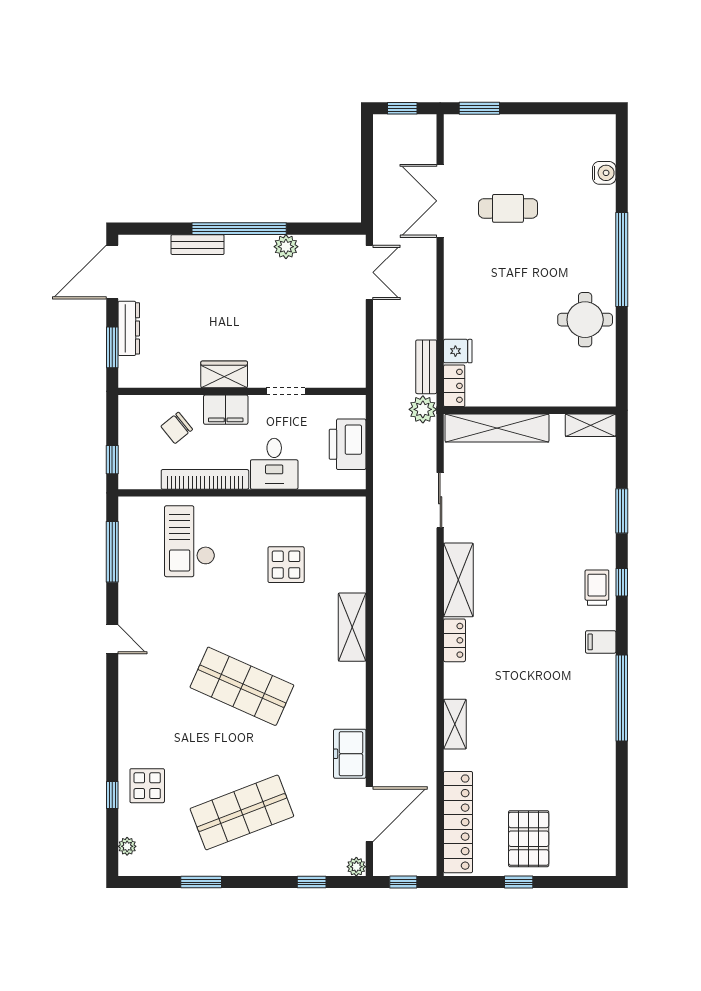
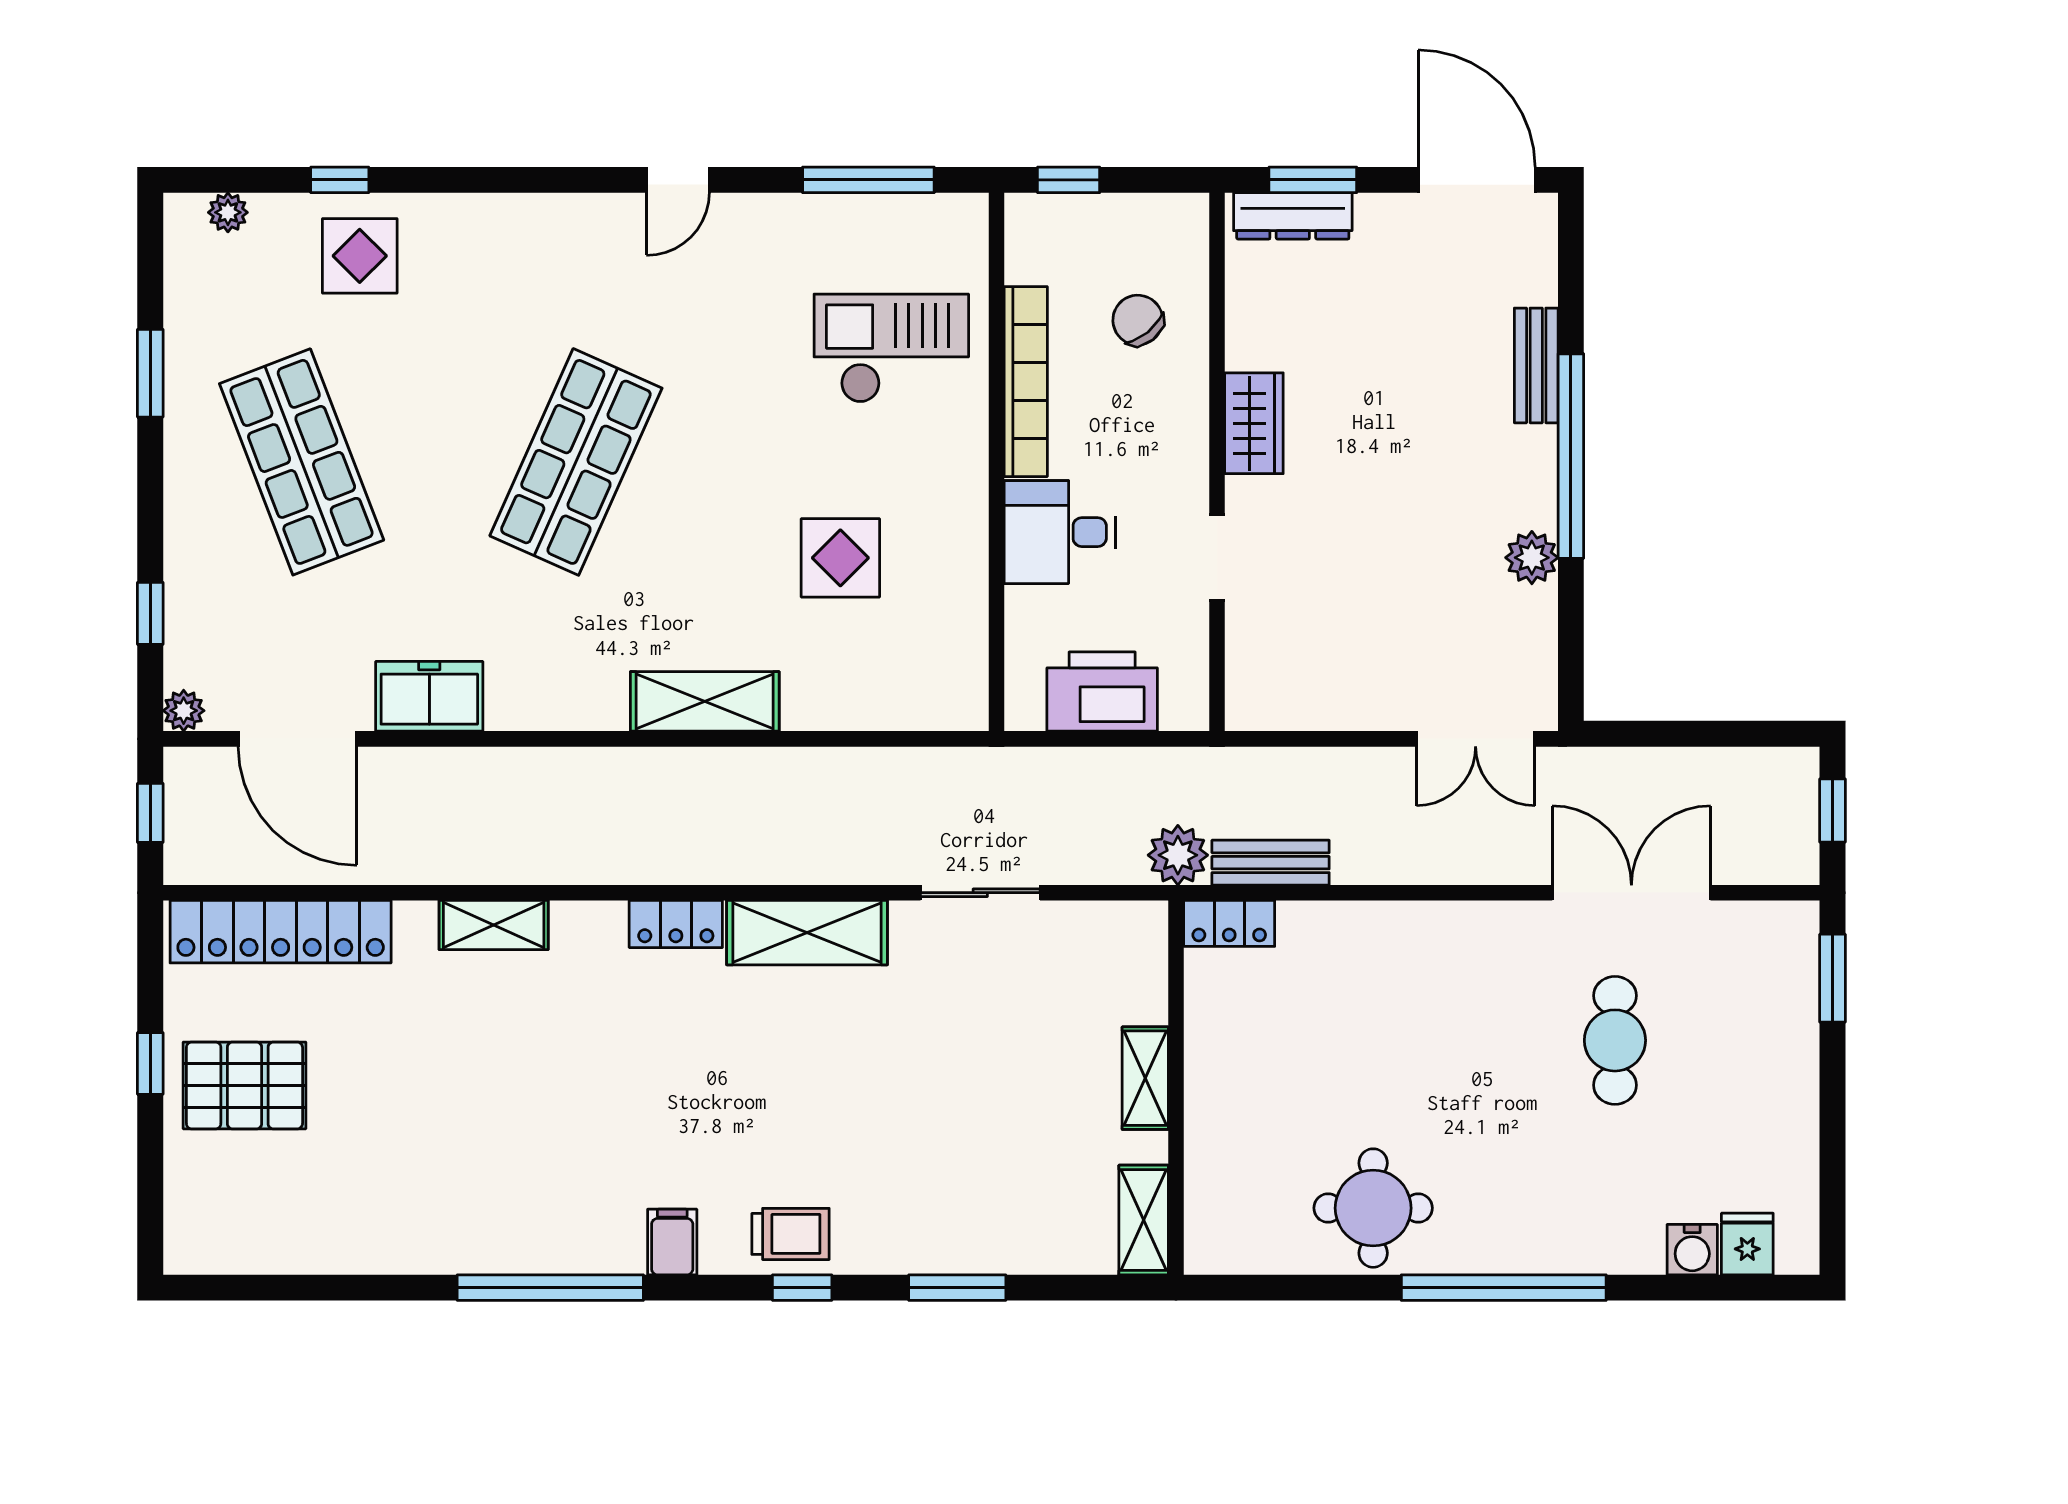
dresser: (129, 328) -> (1293, 216), moved
fridge: (458, 351) -> (1747, 1244), moved, turned 180
filing cabinet: (226, 410) -> (1177, 427), removed
shelving: (497, 428) -> (1145, 1078), width x0.45, depth x0.75

